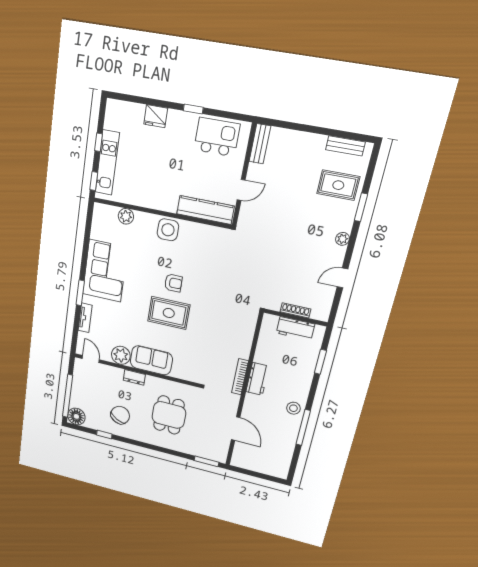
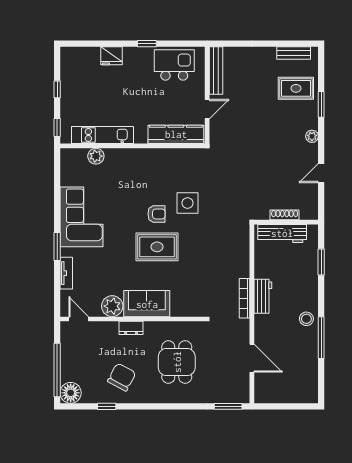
bench: (260, 144) -> (216, 71), width x1.36
kitchen unit: (107, 163) -> (103, 135), moved, turned -90
side table: (168, 230) -> (187, 203), moved
workbench: (295, 329) -> (282, 233), width x1.38

